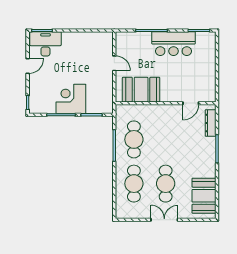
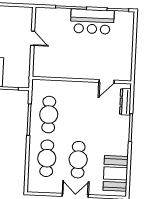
booth: (141, 90) -> (58, 66), removed

